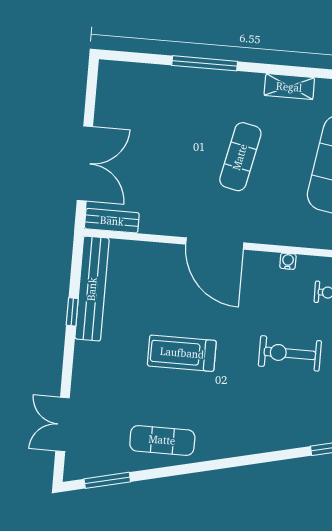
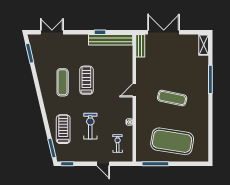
shelving: (289, 87) -> (204, 45), moved
double door: (85, 164) -> (164, 32), swing flipped
door: (215, 243) -> (134, 90), width x0.53
treadmill: (291, 417) -> (63, 129), added
exercise mat: (162, 440) -> (63, 82), moved

